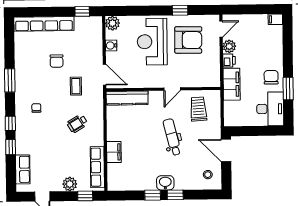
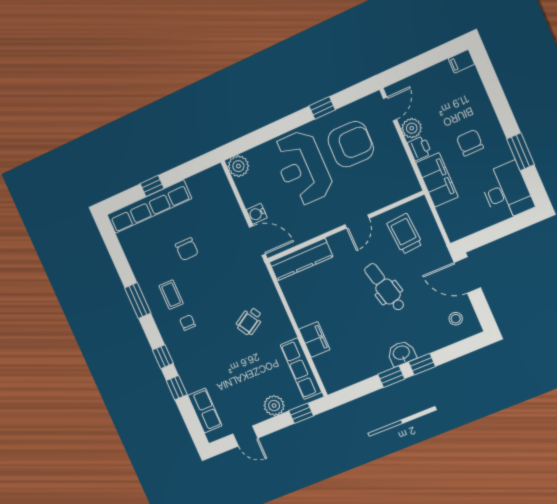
window: (82, 11) -> (152, 186), moved
water cooler: (111, 46) -> (257, 214), moved
chair: (271, 77) -> (470, 143), moved
coffee table: (76, 86) -> (171, 295), moved

